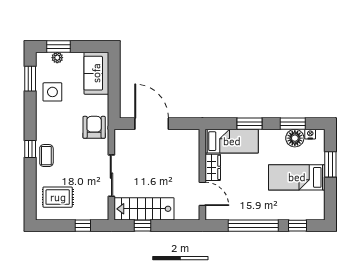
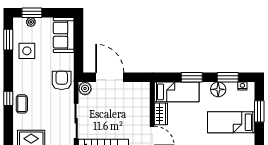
plant: (122, 137) -> (85, 88), added
floor lamp: (295, 138) -> (218, 89), moved

